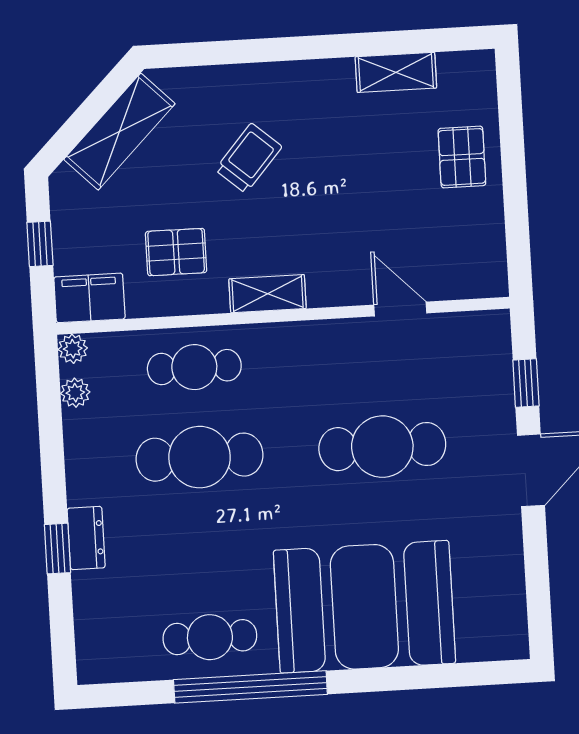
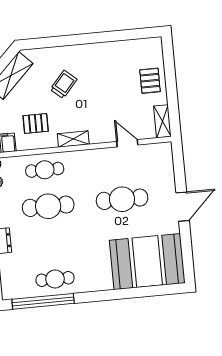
shelving: (396, 72) -> (162, 121), moved, turned 90
window: (526, 383) -> (179, 171), removed
booth: (364, 607) -> (147, 262), moved
window: (250, 687) -> (43, 301), moved

